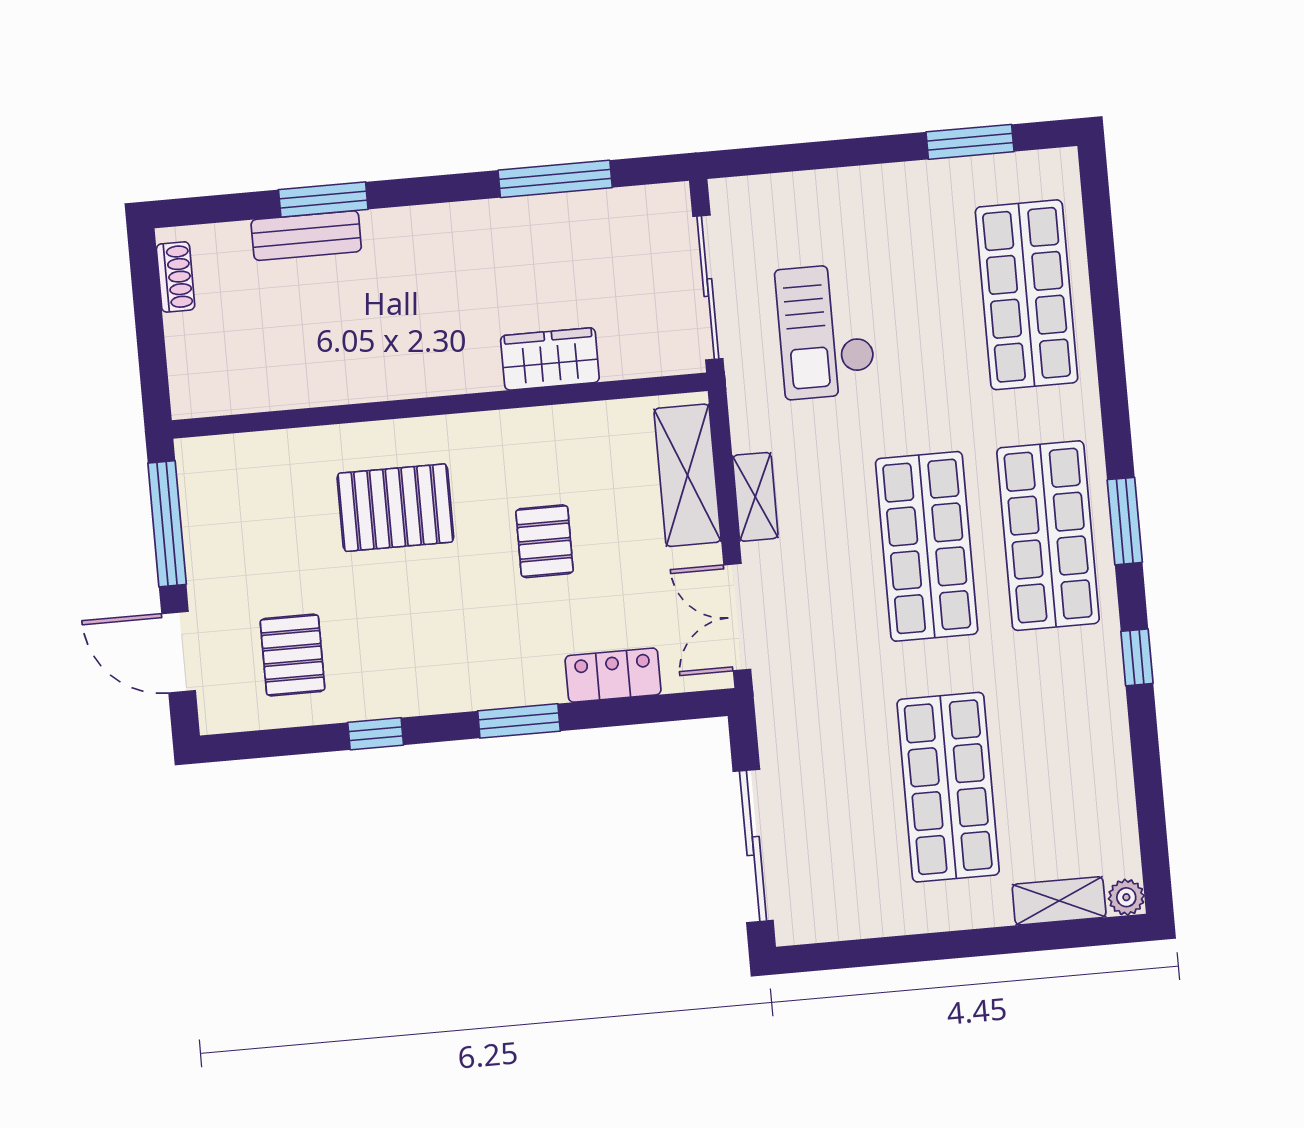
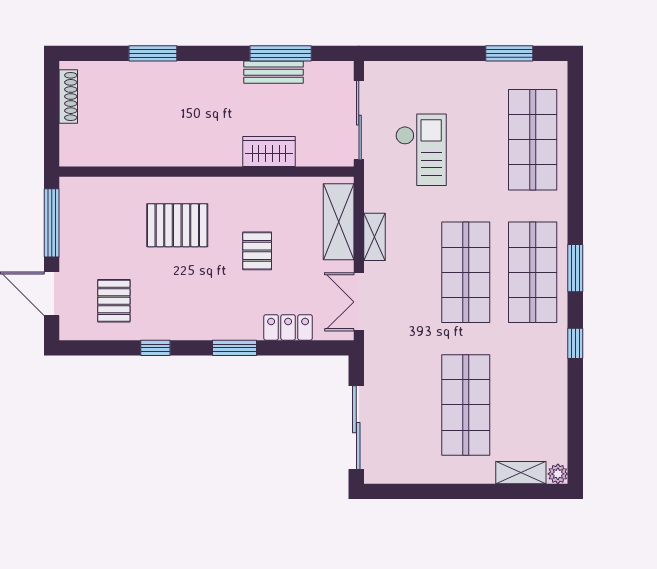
bench: (306, 236) -> (273, 72), moved
shoe rack: (176, 277) -> (68, 96), width x1.43
checkout: (826, 331) -> (421, 150), turned 180

